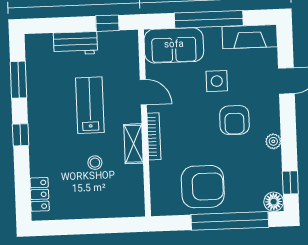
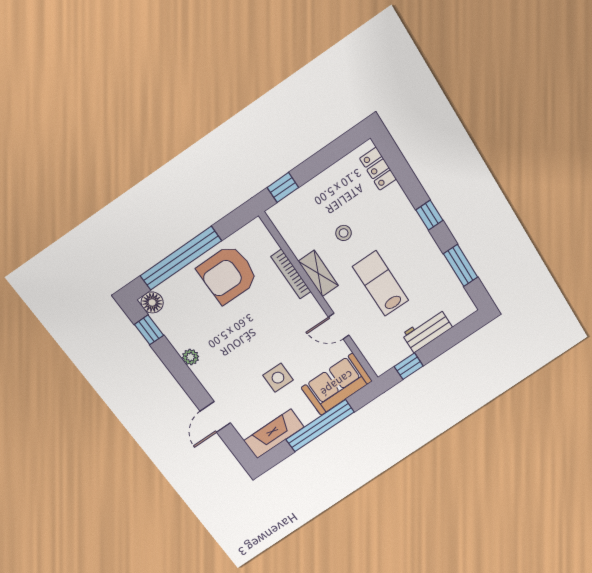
lab bench: (90, 105) -> (381, 284), turned 180
armchair: (234, 120) -> (239, 354), removed
bookcase: (154, 136) -> (291, 274), moved
window: (120, 225) -> (283, 187), added

